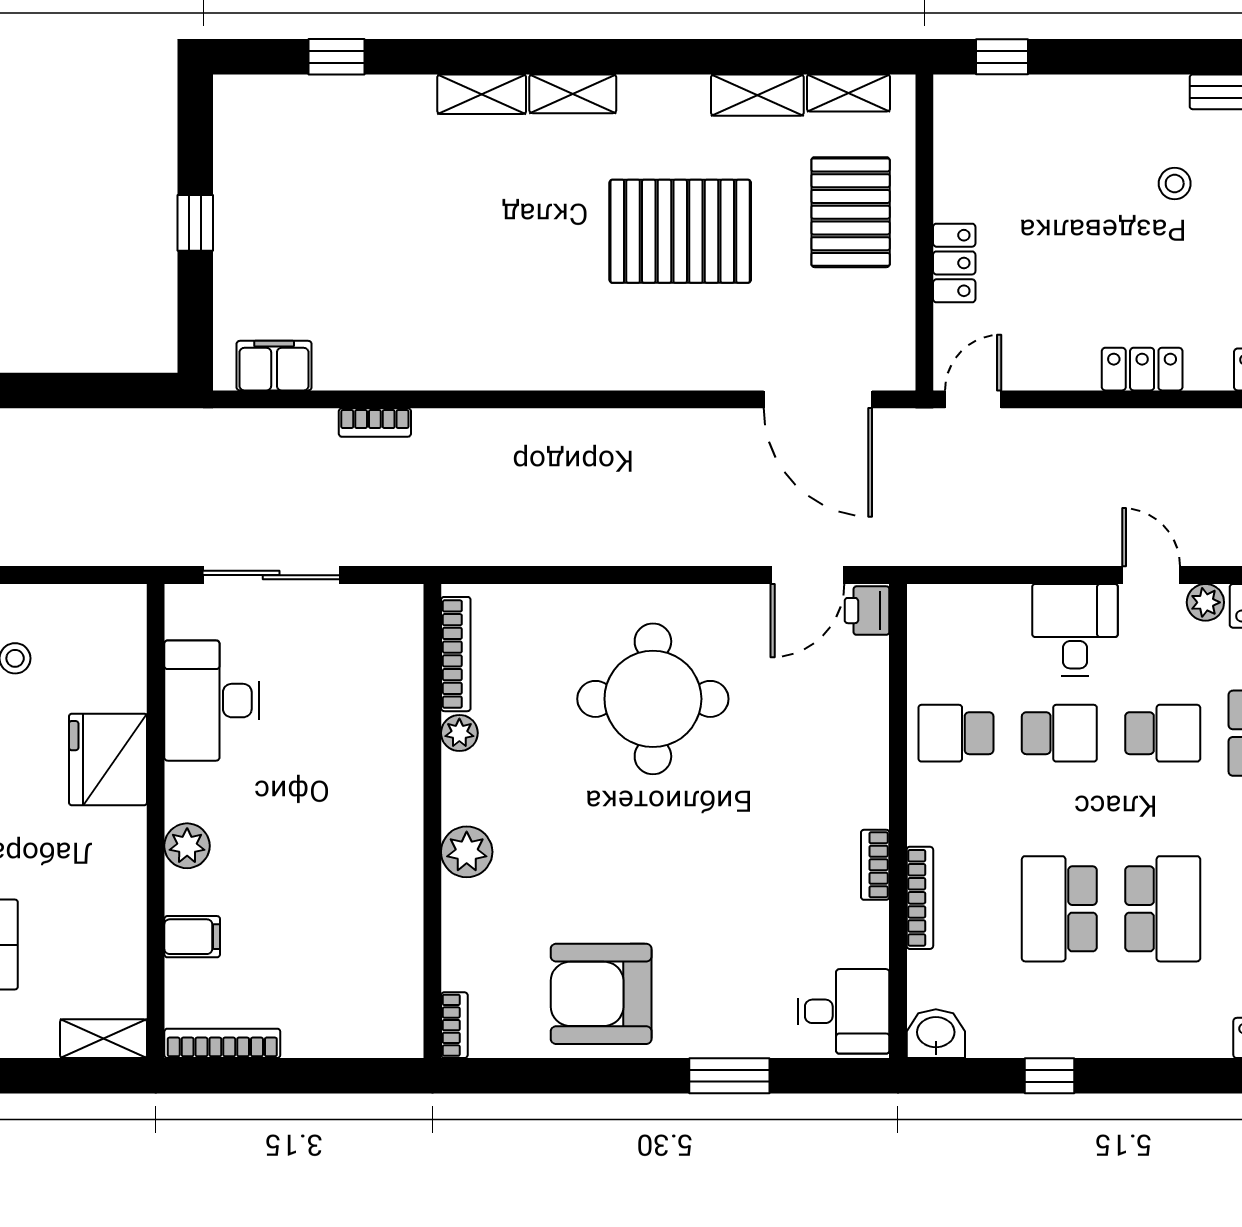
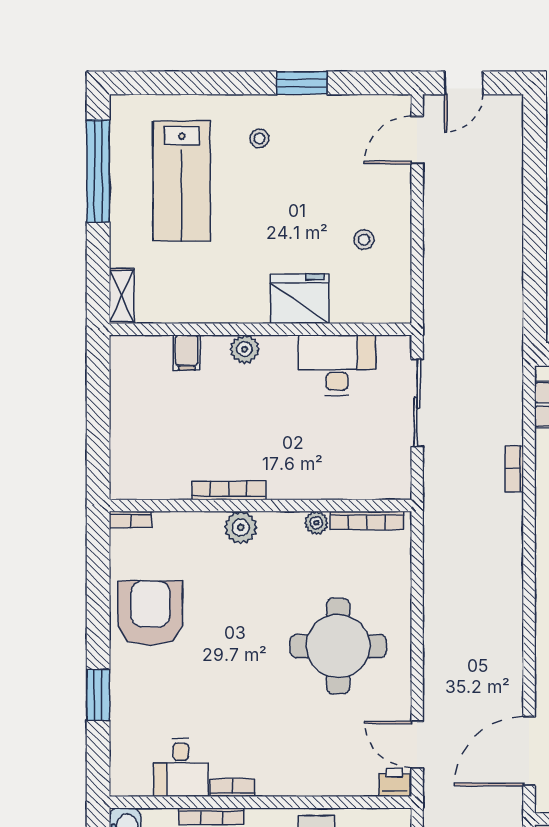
desk: (844, 1011) -> (181, 767), moved
bookcase: (222, 1043) -> (229, 491), moved, turned -90

